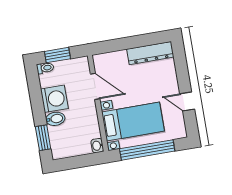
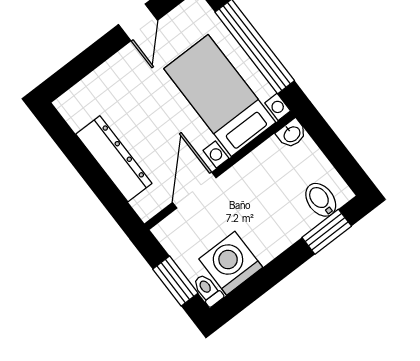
dresser: (150, 53) -> (114, 159), moved
washing machine: (54, 99) -> (231, 263), moved
bidet: (55, 119) -> (321, 200), moved

